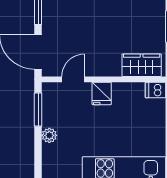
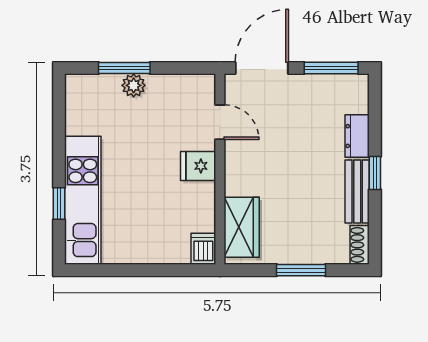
window: (38, 109) -> (124, 68), moved

